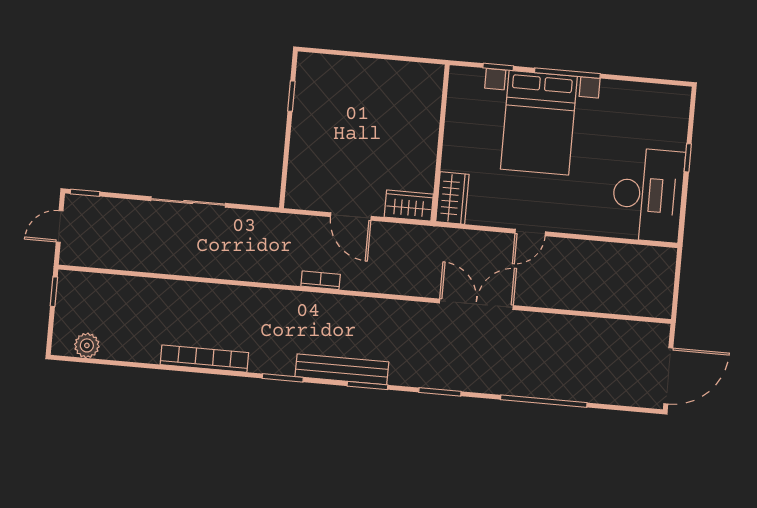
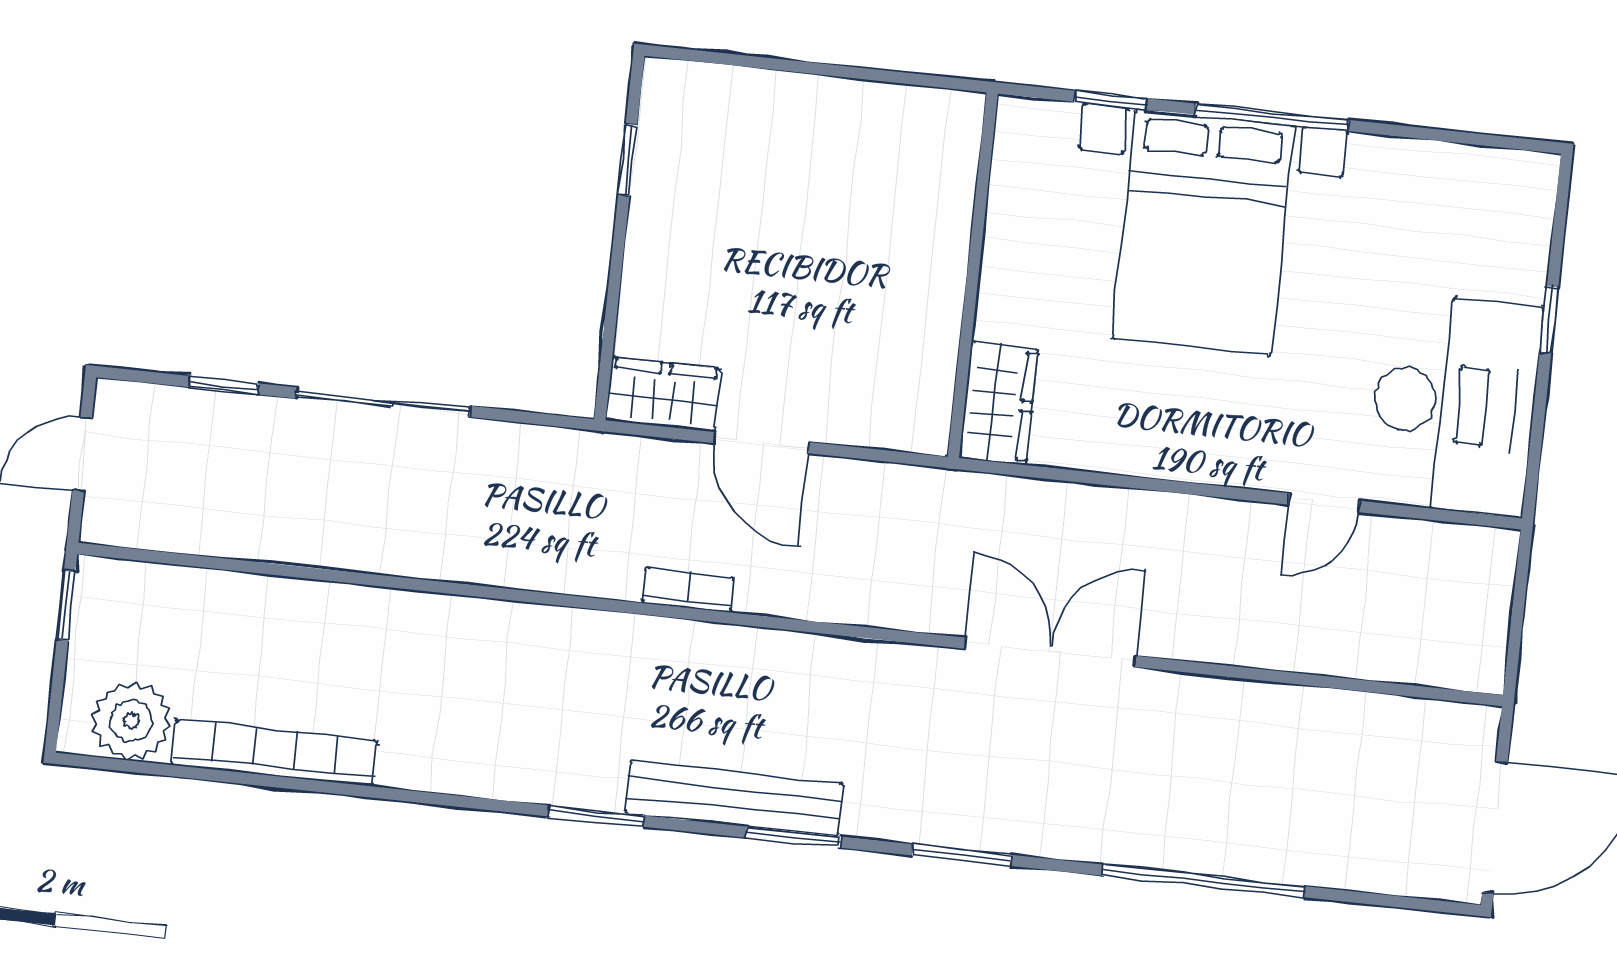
window: (85, 193) -> (224, 385), moved
wardrobe: (409, 206) -> (663, 395), moved
door: (530, 232) -> (1324, 503), moved
plant: (87, 345) -> (131, 721), width x1.36, depth x1.36
bookcase: (204, 359) -> (274, 753), moved

